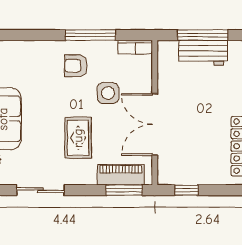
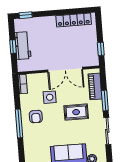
window: (90, 35) -> (19, 123), moved
window: (203, 35) -> (13, 47), width x0.46
window: (124, 190) -> (105, 100), moved

